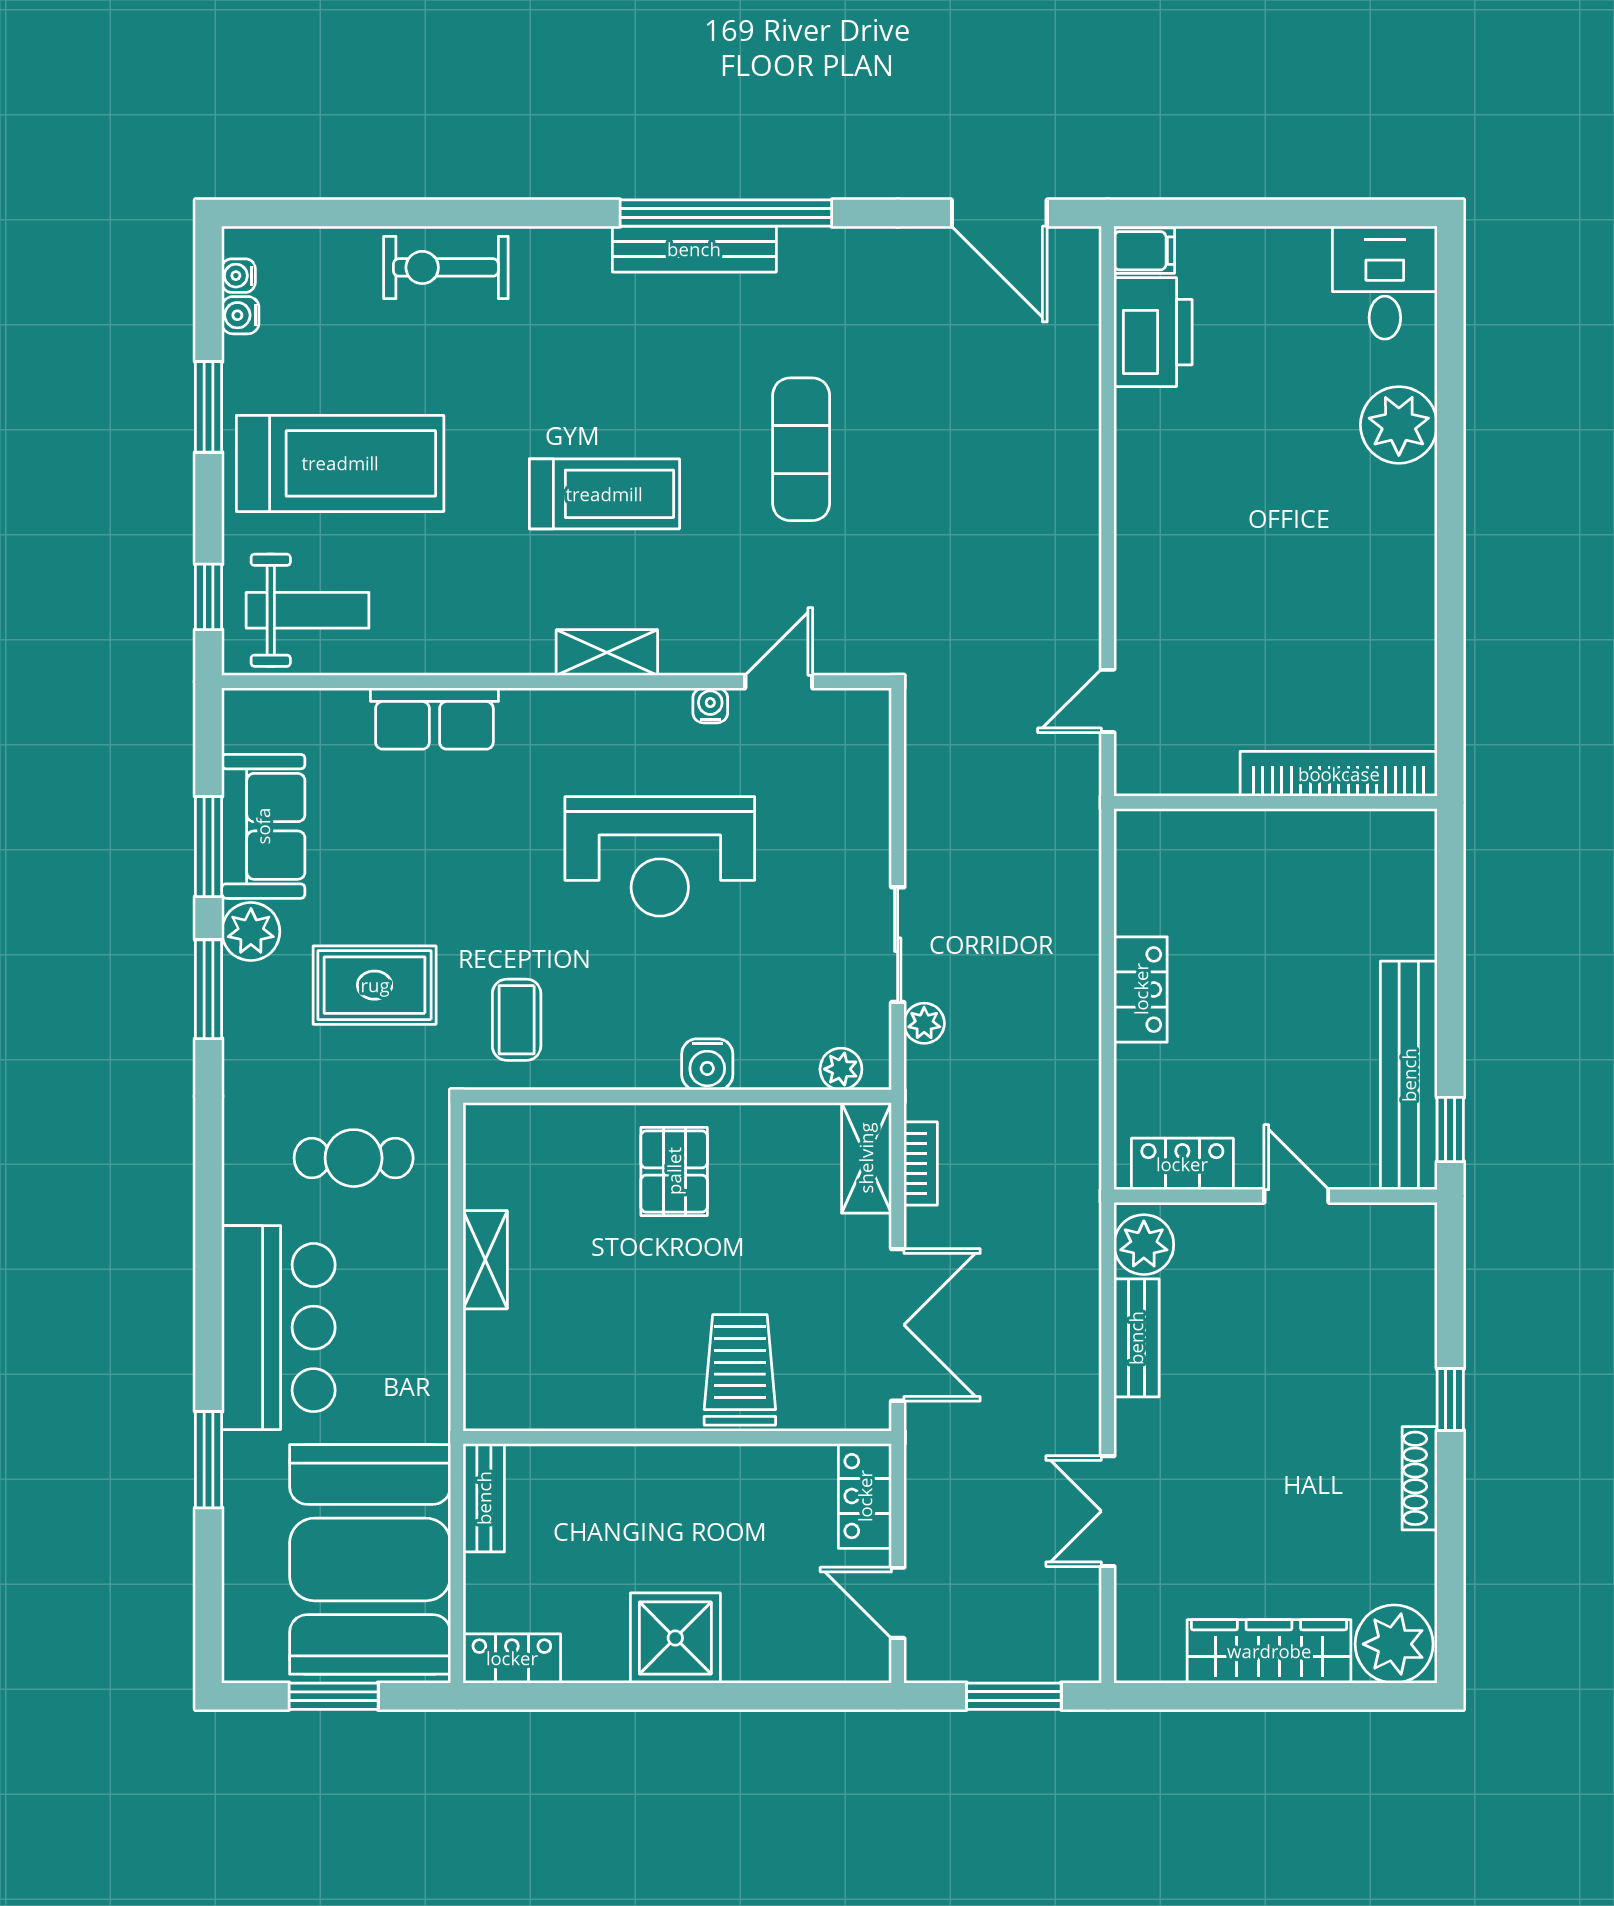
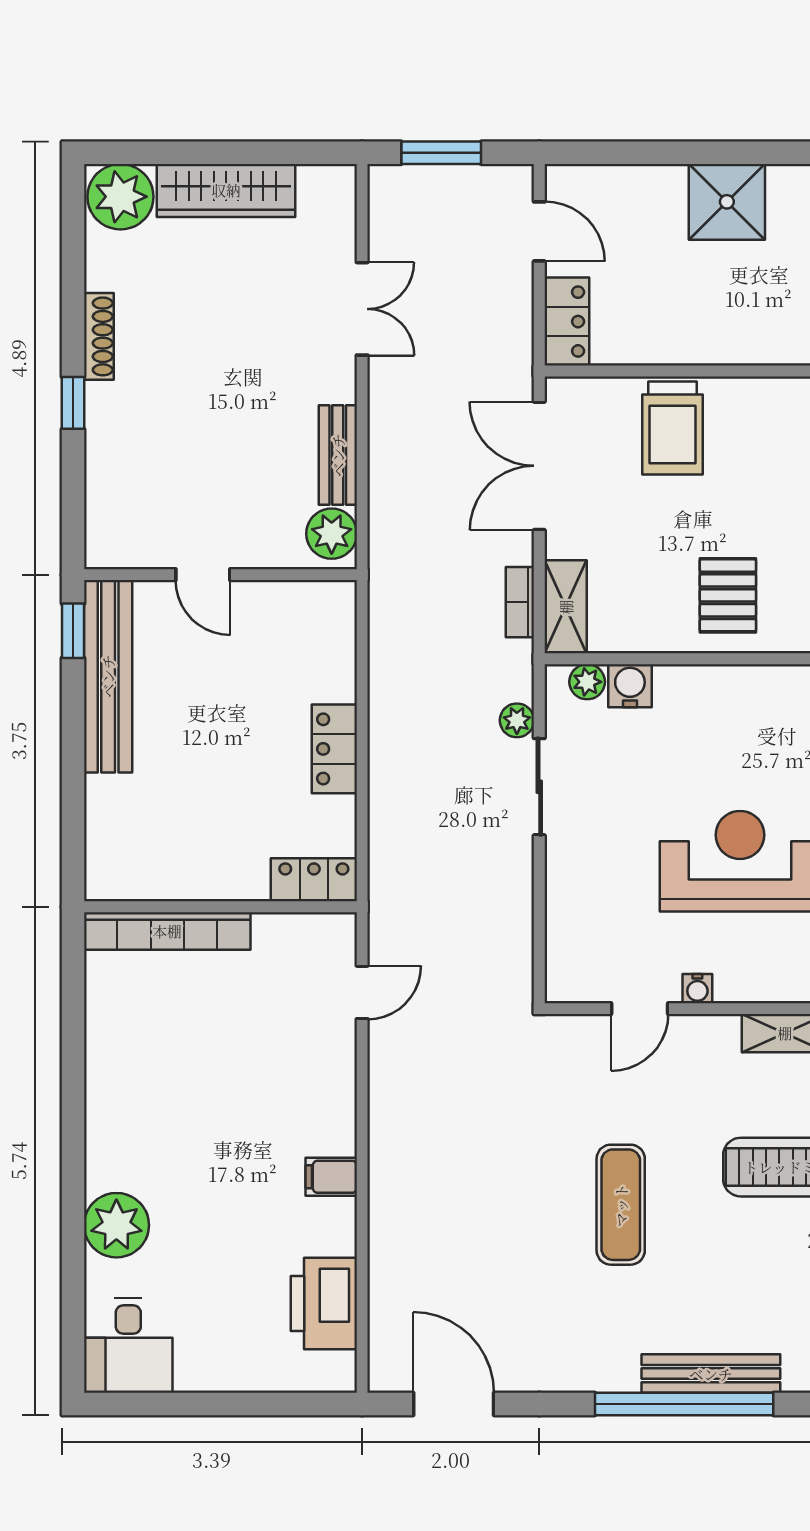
filing cabinet: (1144, 251) -> (331, 1177), moved
water cooler: (707, 1064) -> (630, 686), moved
locker: (1182, 1164) -> (314, 880), moved, turned 180

